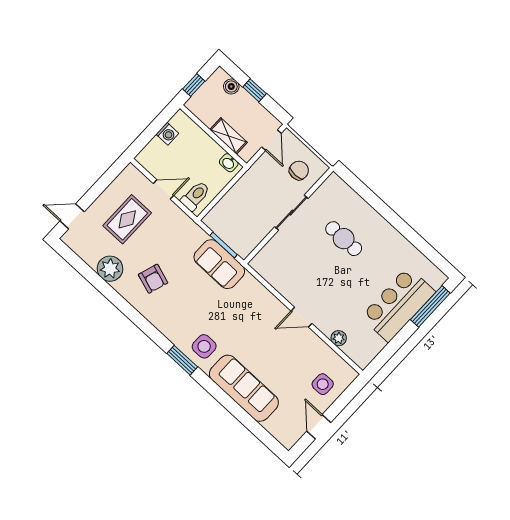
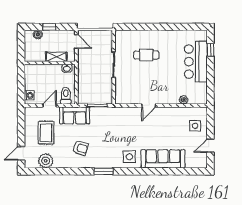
window: (194, 85) -> (21, 49), removed
washing machine: (167, 134) -> (29, 95), moved
chair: (299, 170) -> (100, 44), removed
sofa: (219, 264) -> (75, 115), moved
plant: (110, 269) -> (46, 161), moved
window: (430, 306) -> (210, 50), width x0.46
door: (302, 317) -> (149, 105), moved
window: (182, 360) -> (104, 171), moved
door: (319, 427) -> (210, 146), hinge flipped

